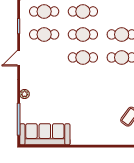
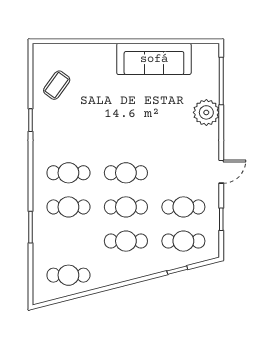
plant: (25, 94) -> (206, 112), width x1.88, depth x1.88
sofa: (45, 134) -> (154, 59), moved

